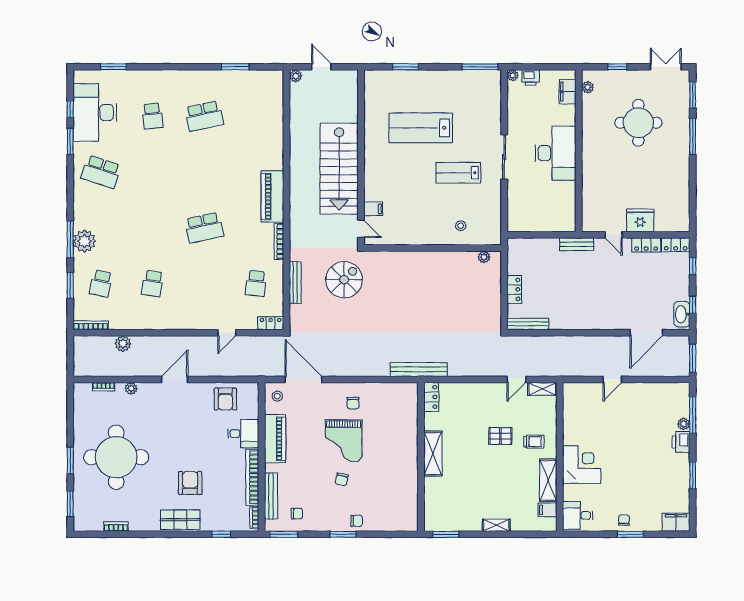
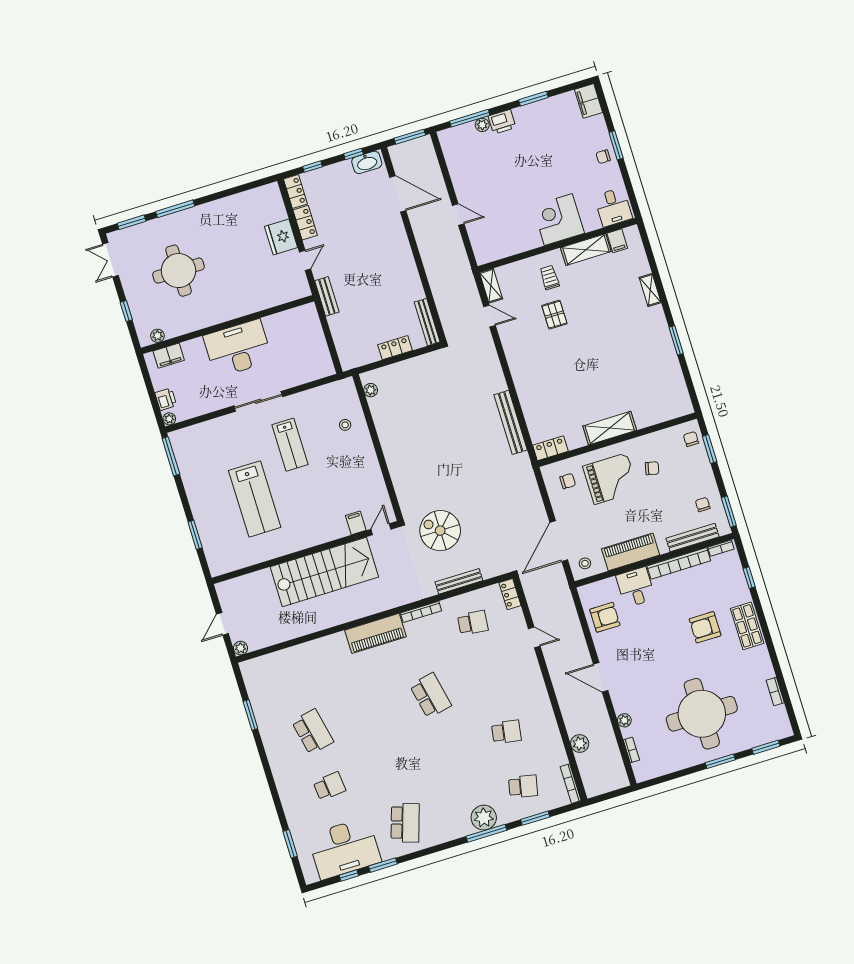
locker: (431, 397) -> (550, 448), moved
shelving: (433, 453) -> (610, 428), moved
wall: (421, 457) -> (617, 440), moved

